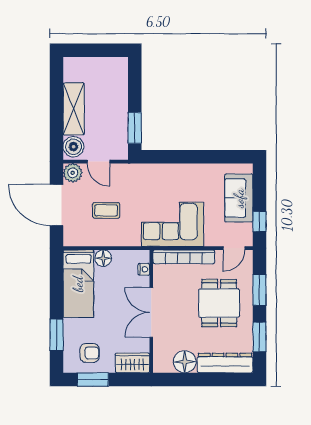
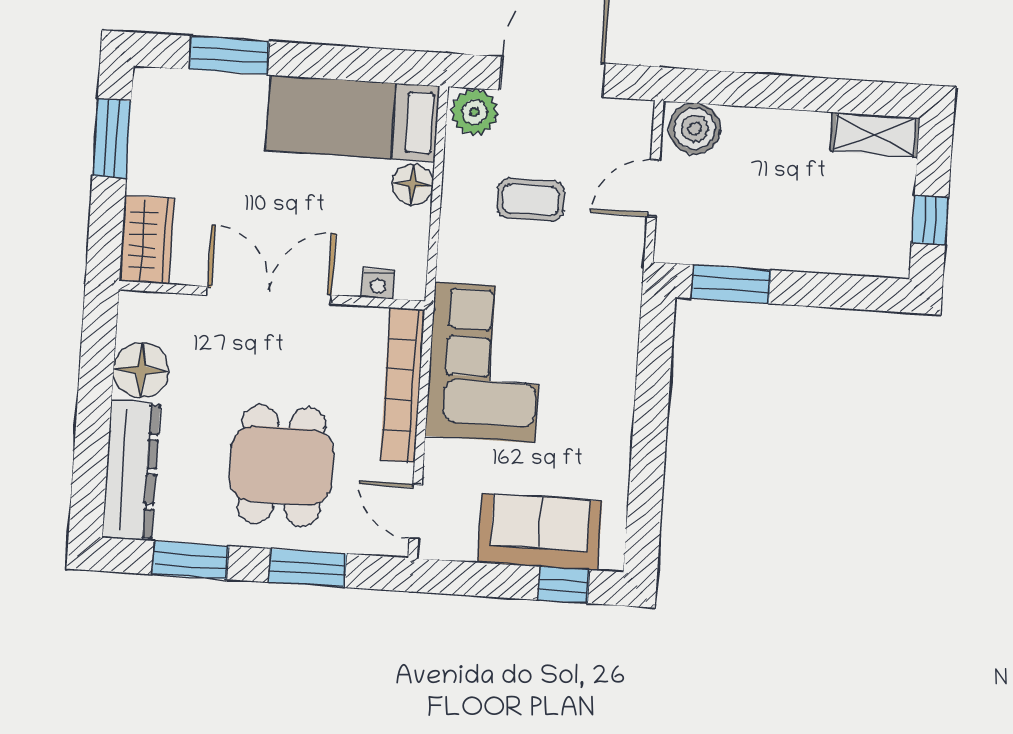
window: (104, 50) -> (930, 220), added
shelving: (74, 109) -> (875, 135), moved, width x0.67, depth x0.75
plant: (73, 173) -> (474, 112), moved
coffee table: (106, 210) -> (531, 200), turned 90
window: (259, 222) -> (564, 585), moved
dining table: (219, 303) -> (282, 465), turned 90
armchair: (90, 353) -> (179, 135), removed

